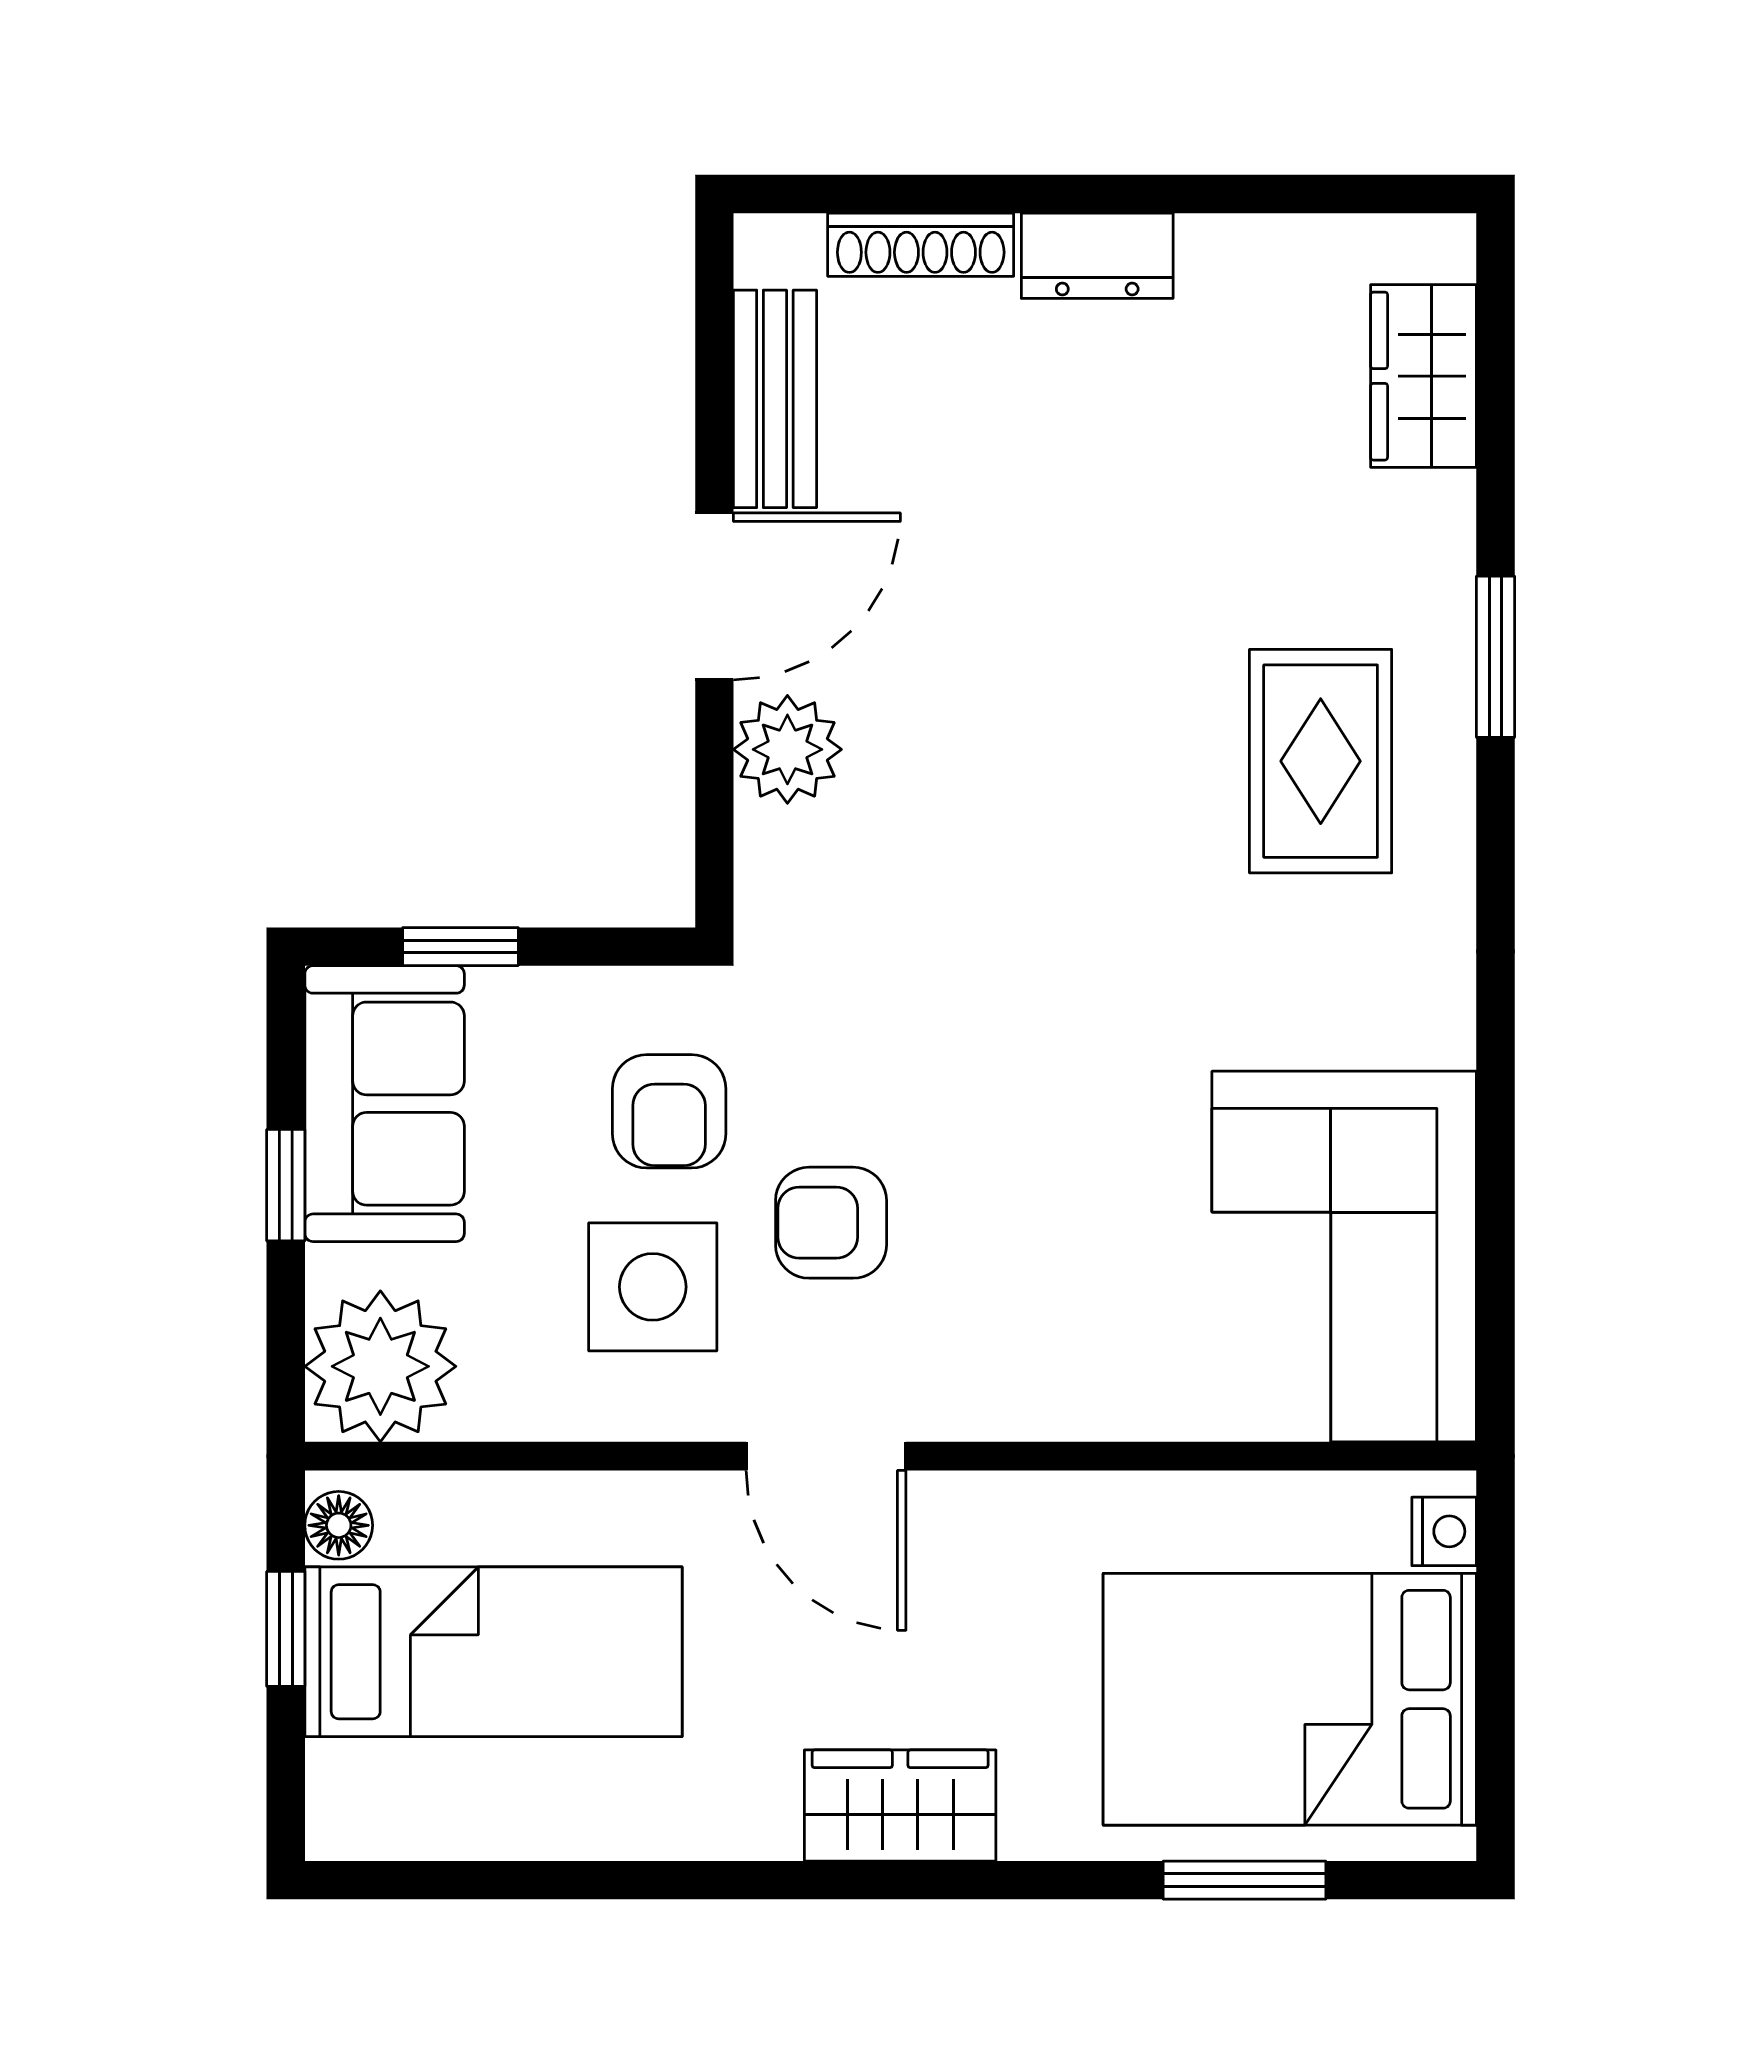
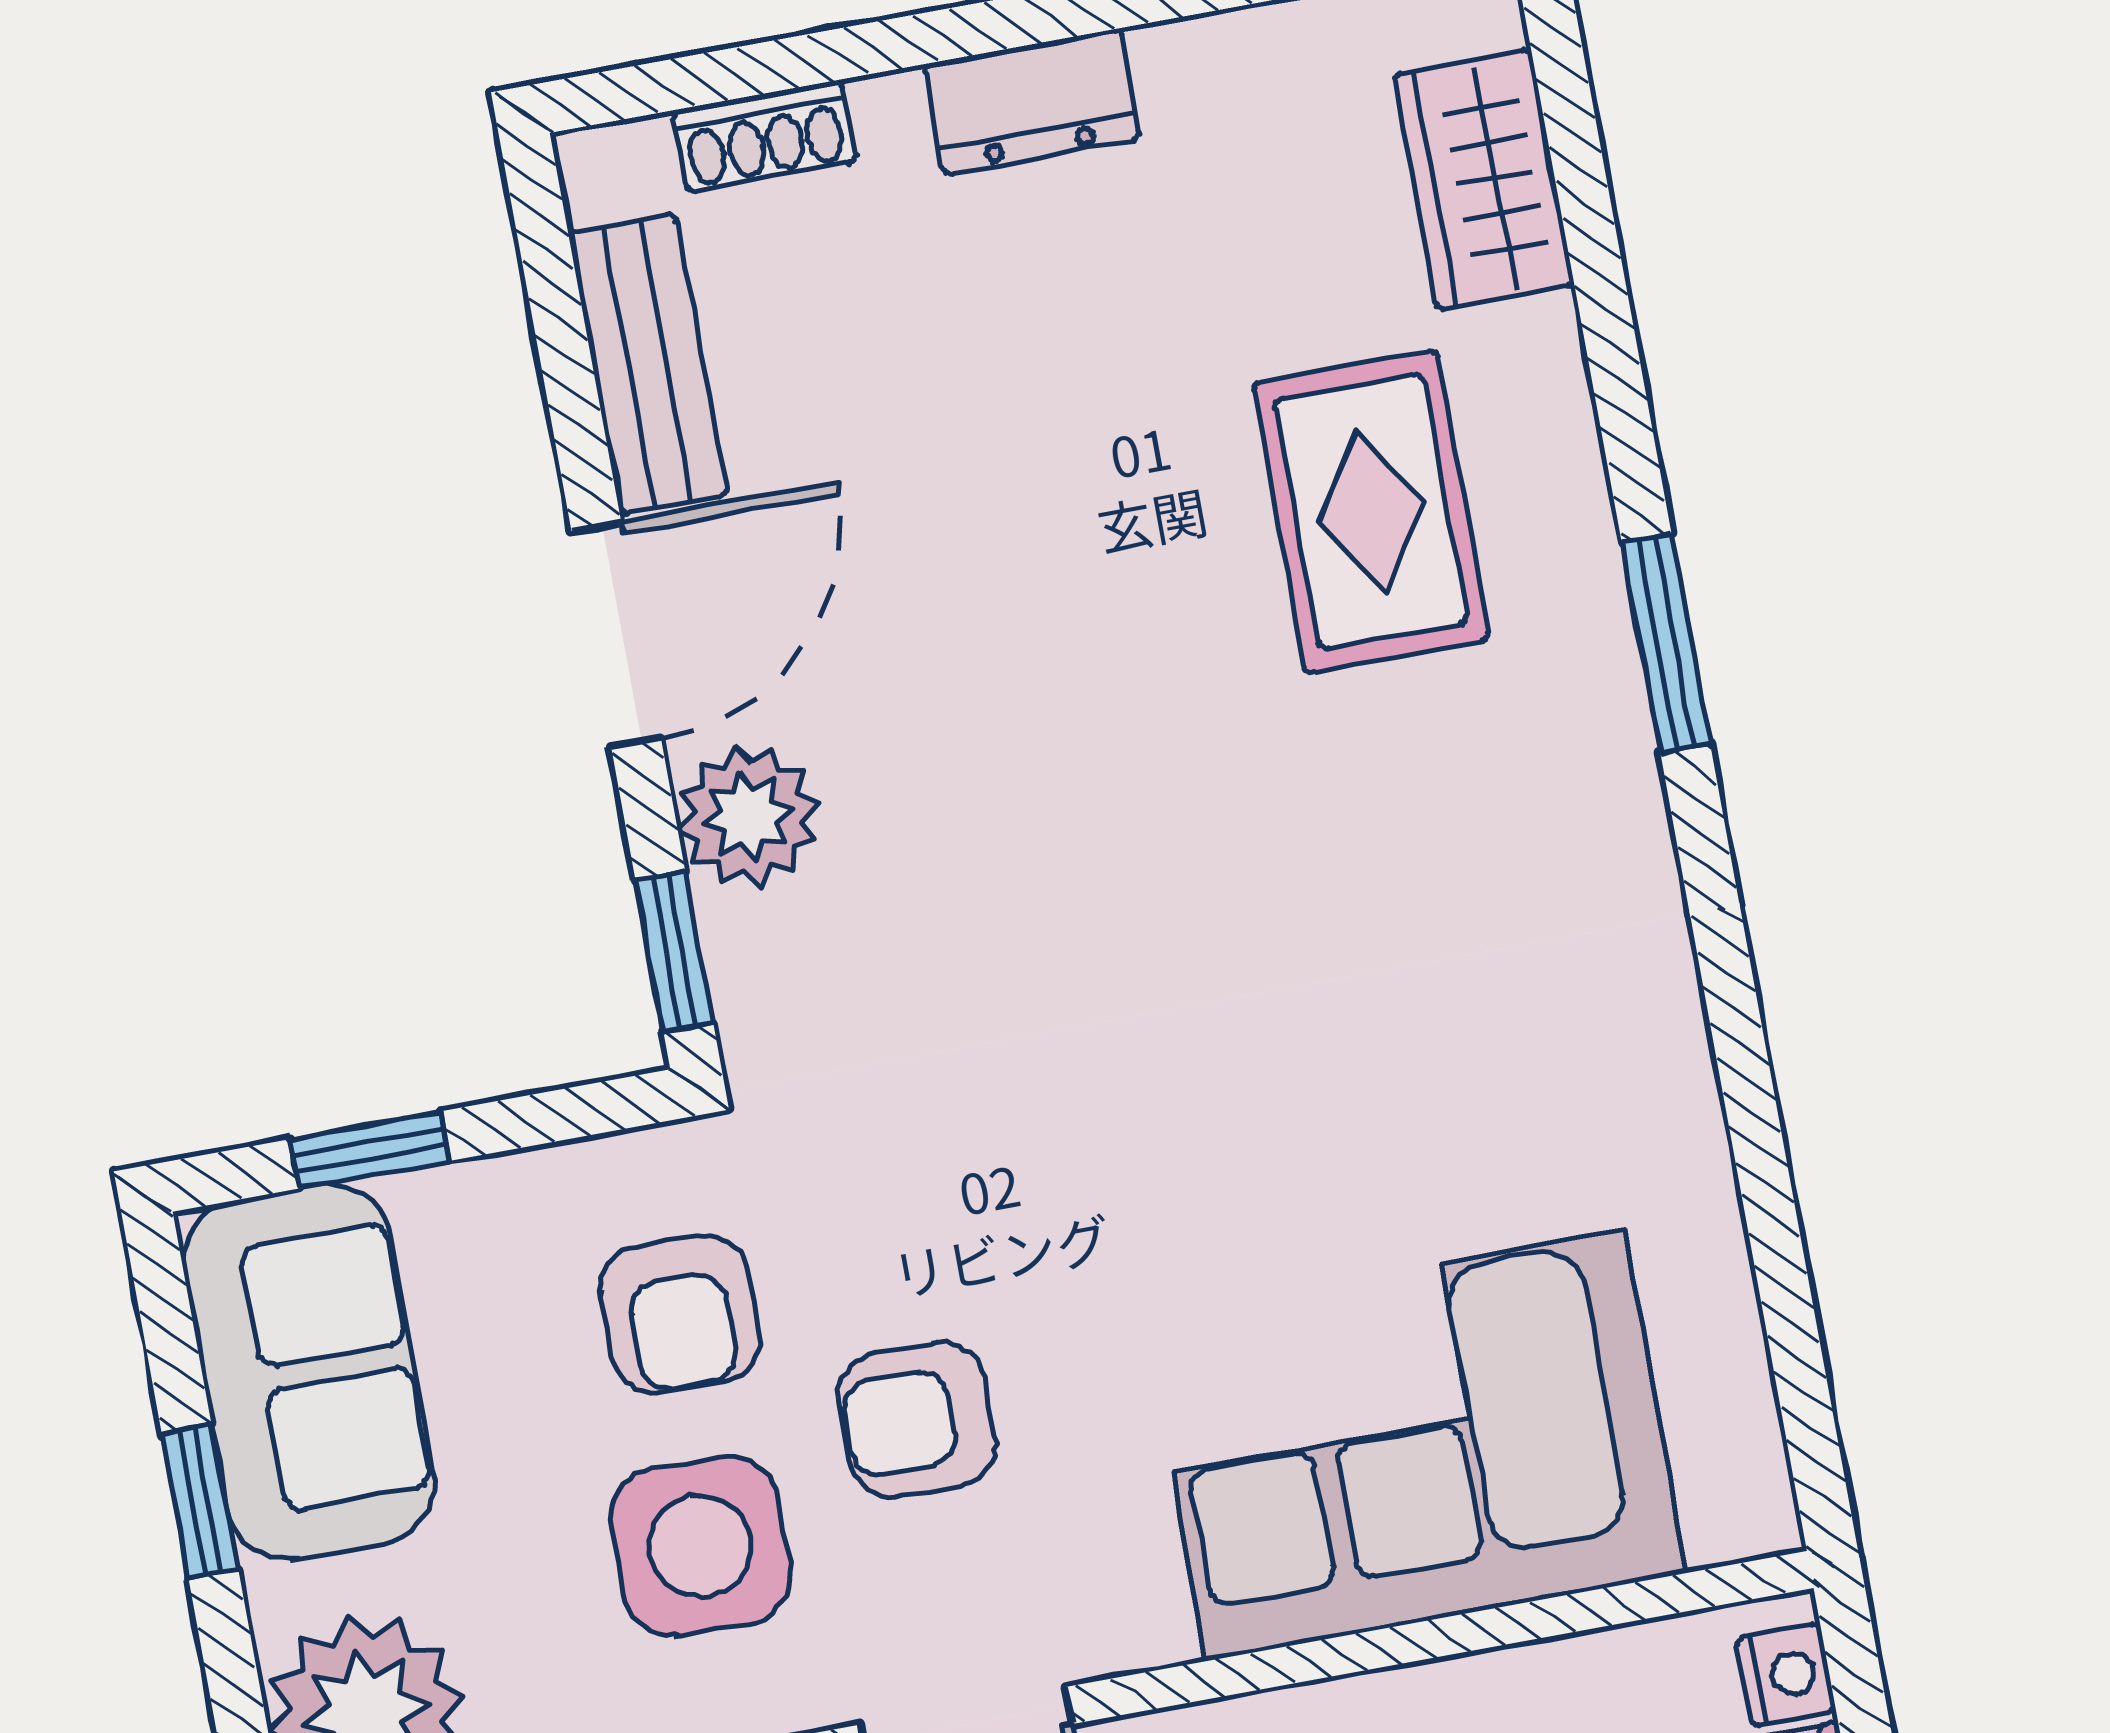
shoe rack: (921, 245) -> (764, 136), width x0.70
window: (1496, 657) -> (1666, 643), moved
rug: (1321, 761) -> (1371, 512), moved
window: (714, 841) -> (674, 952), added
corner sofa: (1344, 1257) -> (1415, 1445), moved, turned 90

